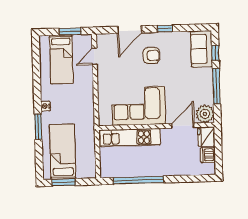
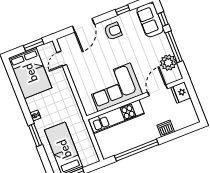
window: (165, 29) -> (123, 10), moved
armchair: (151, 56) -> (113, 31), moved
bed: (61, 59) -> (30, 73), width x1.50
plant: (205, 114) -> (168, 63), moved
dishwasher: (208, 155) -> (166, 129), moved, turned 90

